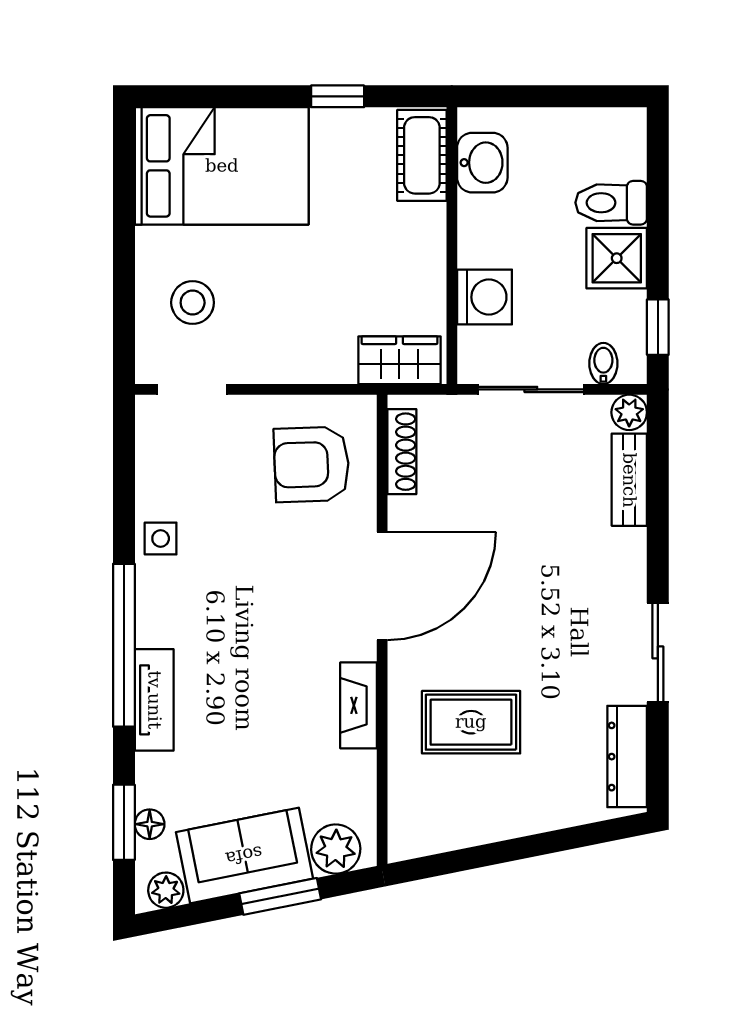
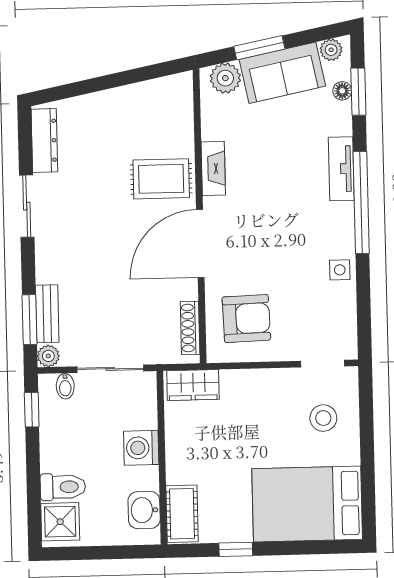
shower: (617, 258) -> (60, 522), moved
washing machine: (485, 297) -> (141, 448), moved
window: (658, 471) -> (30, 320), added
rug: (471, 722) -> (161, 179), moved

